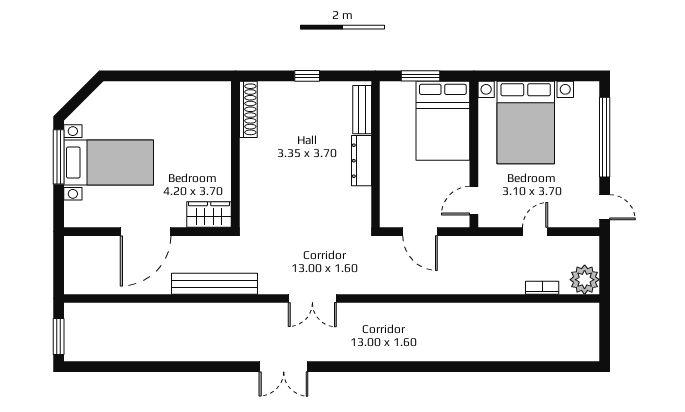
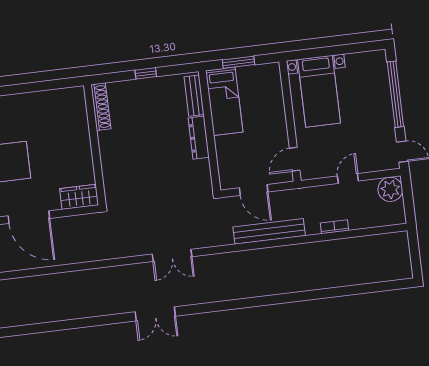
bed: (443, 121) -> (224, 101), moved, width x0.67
bed with nightstands: (526, 122) -> (319, 91), width x0.73
door: (146, 232) -> (29, 217), hinge flipped
plant: (585, 280) -> (390, 189), moved
bench: (215, 284) -> (269, 231), moved
bookcase: (542, 288) -> (334, 227), moved

